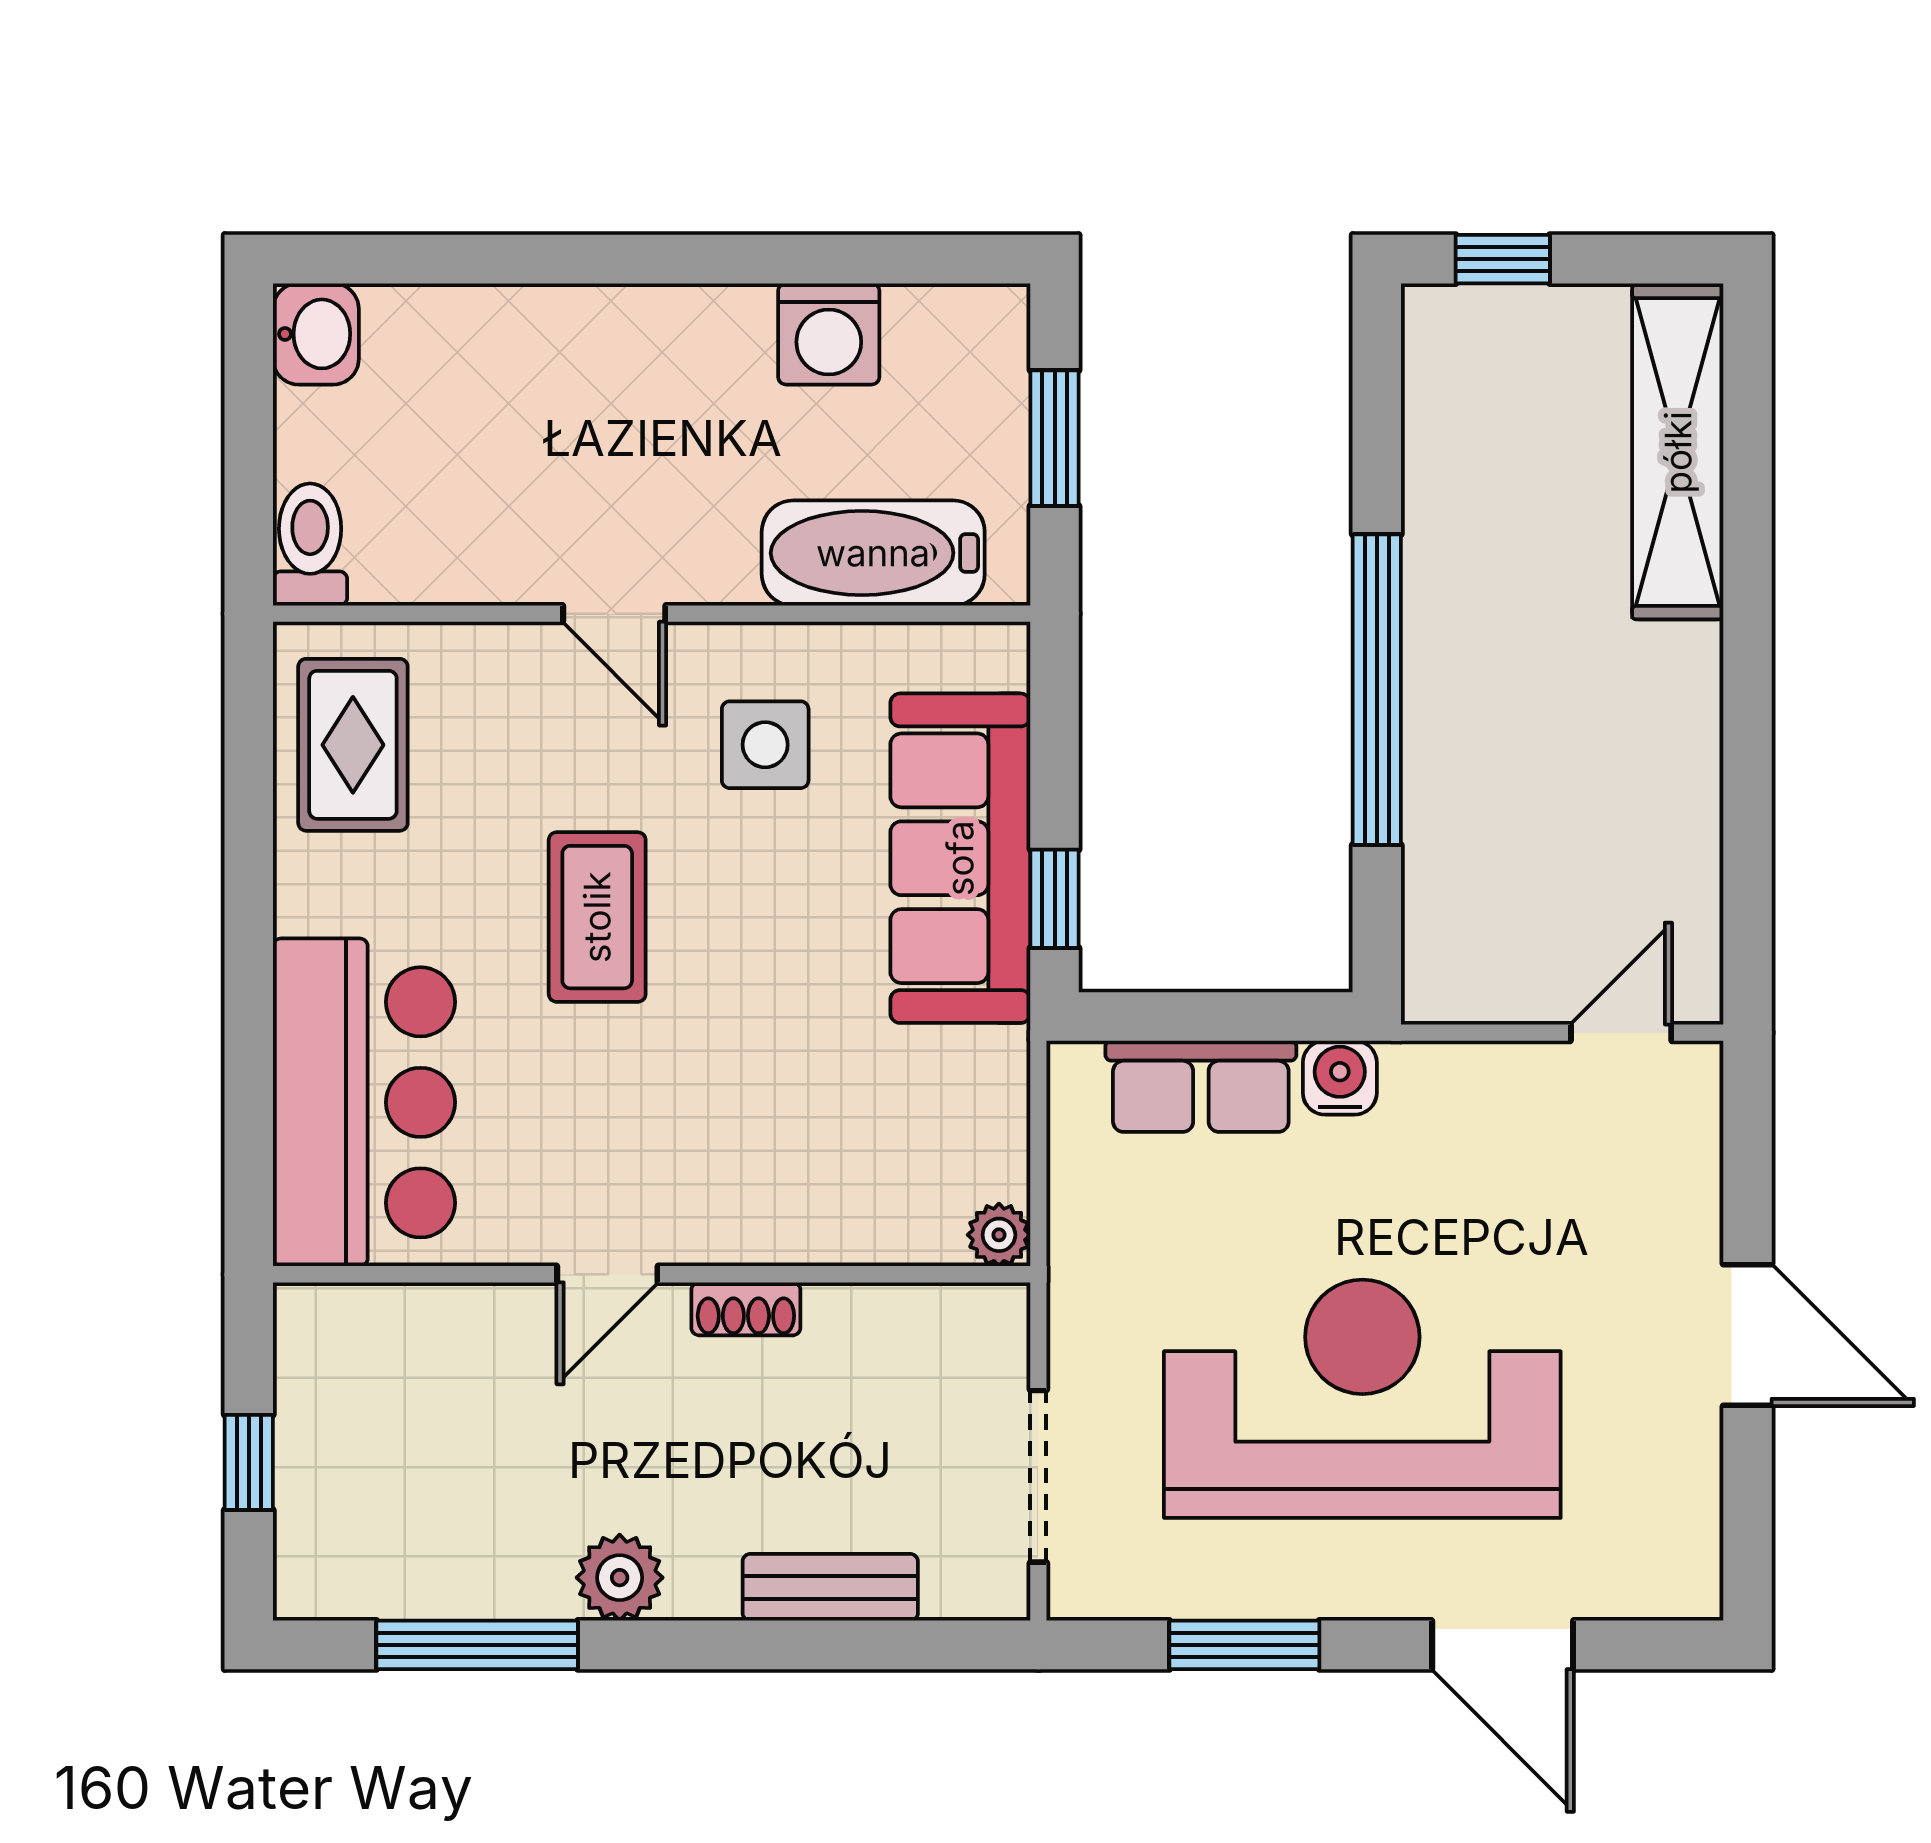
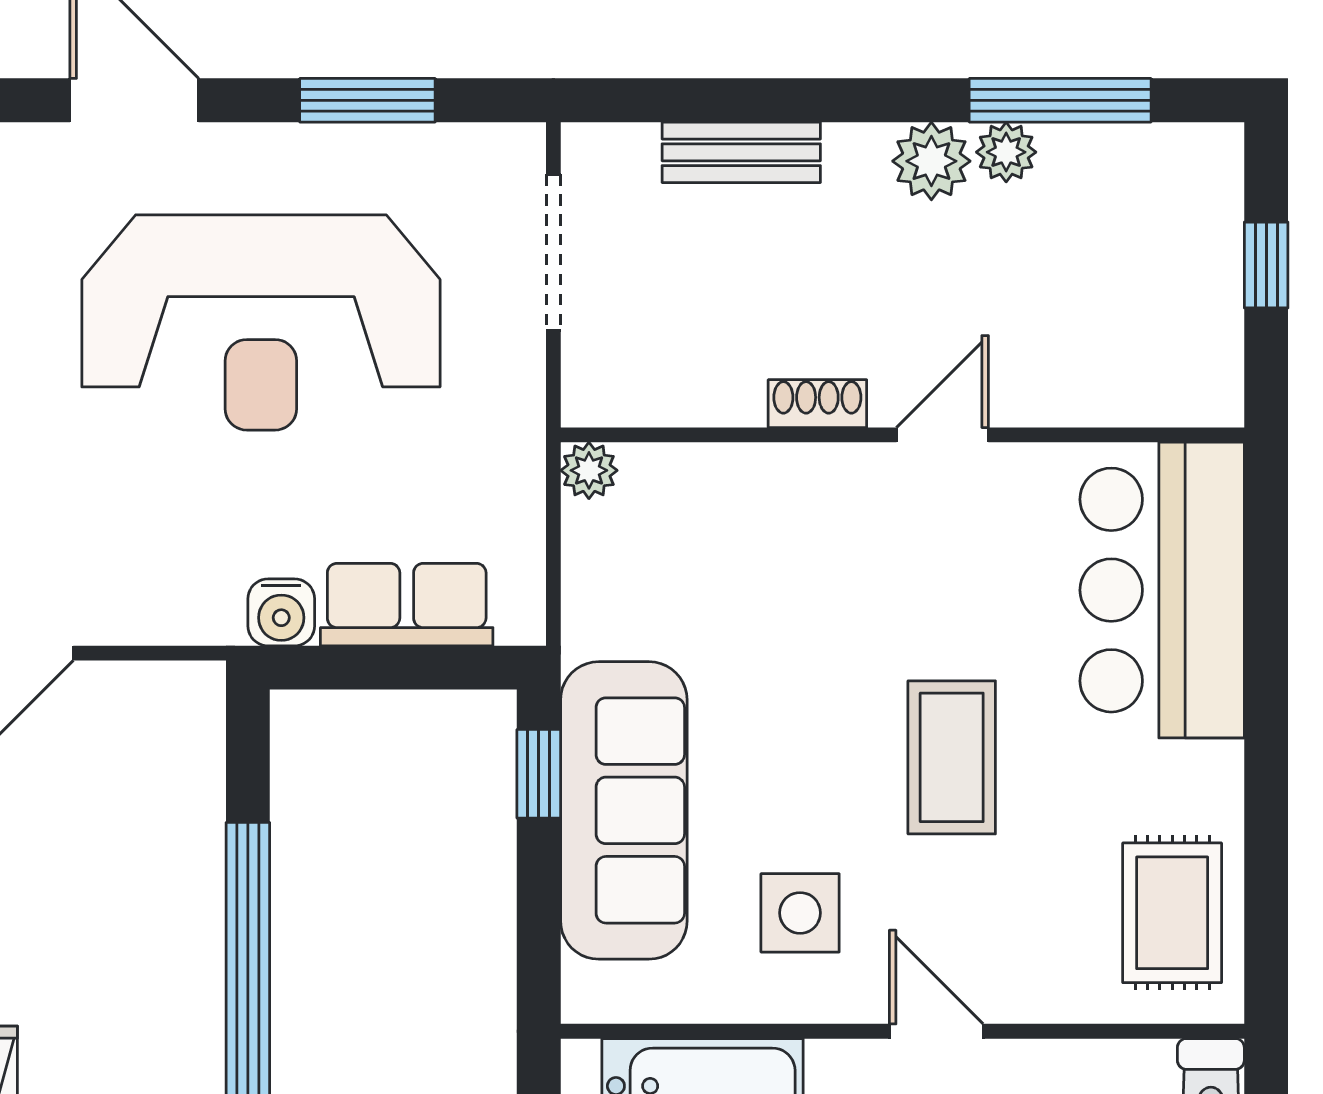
plant: (537, 1588) -> (1006, 152), added

